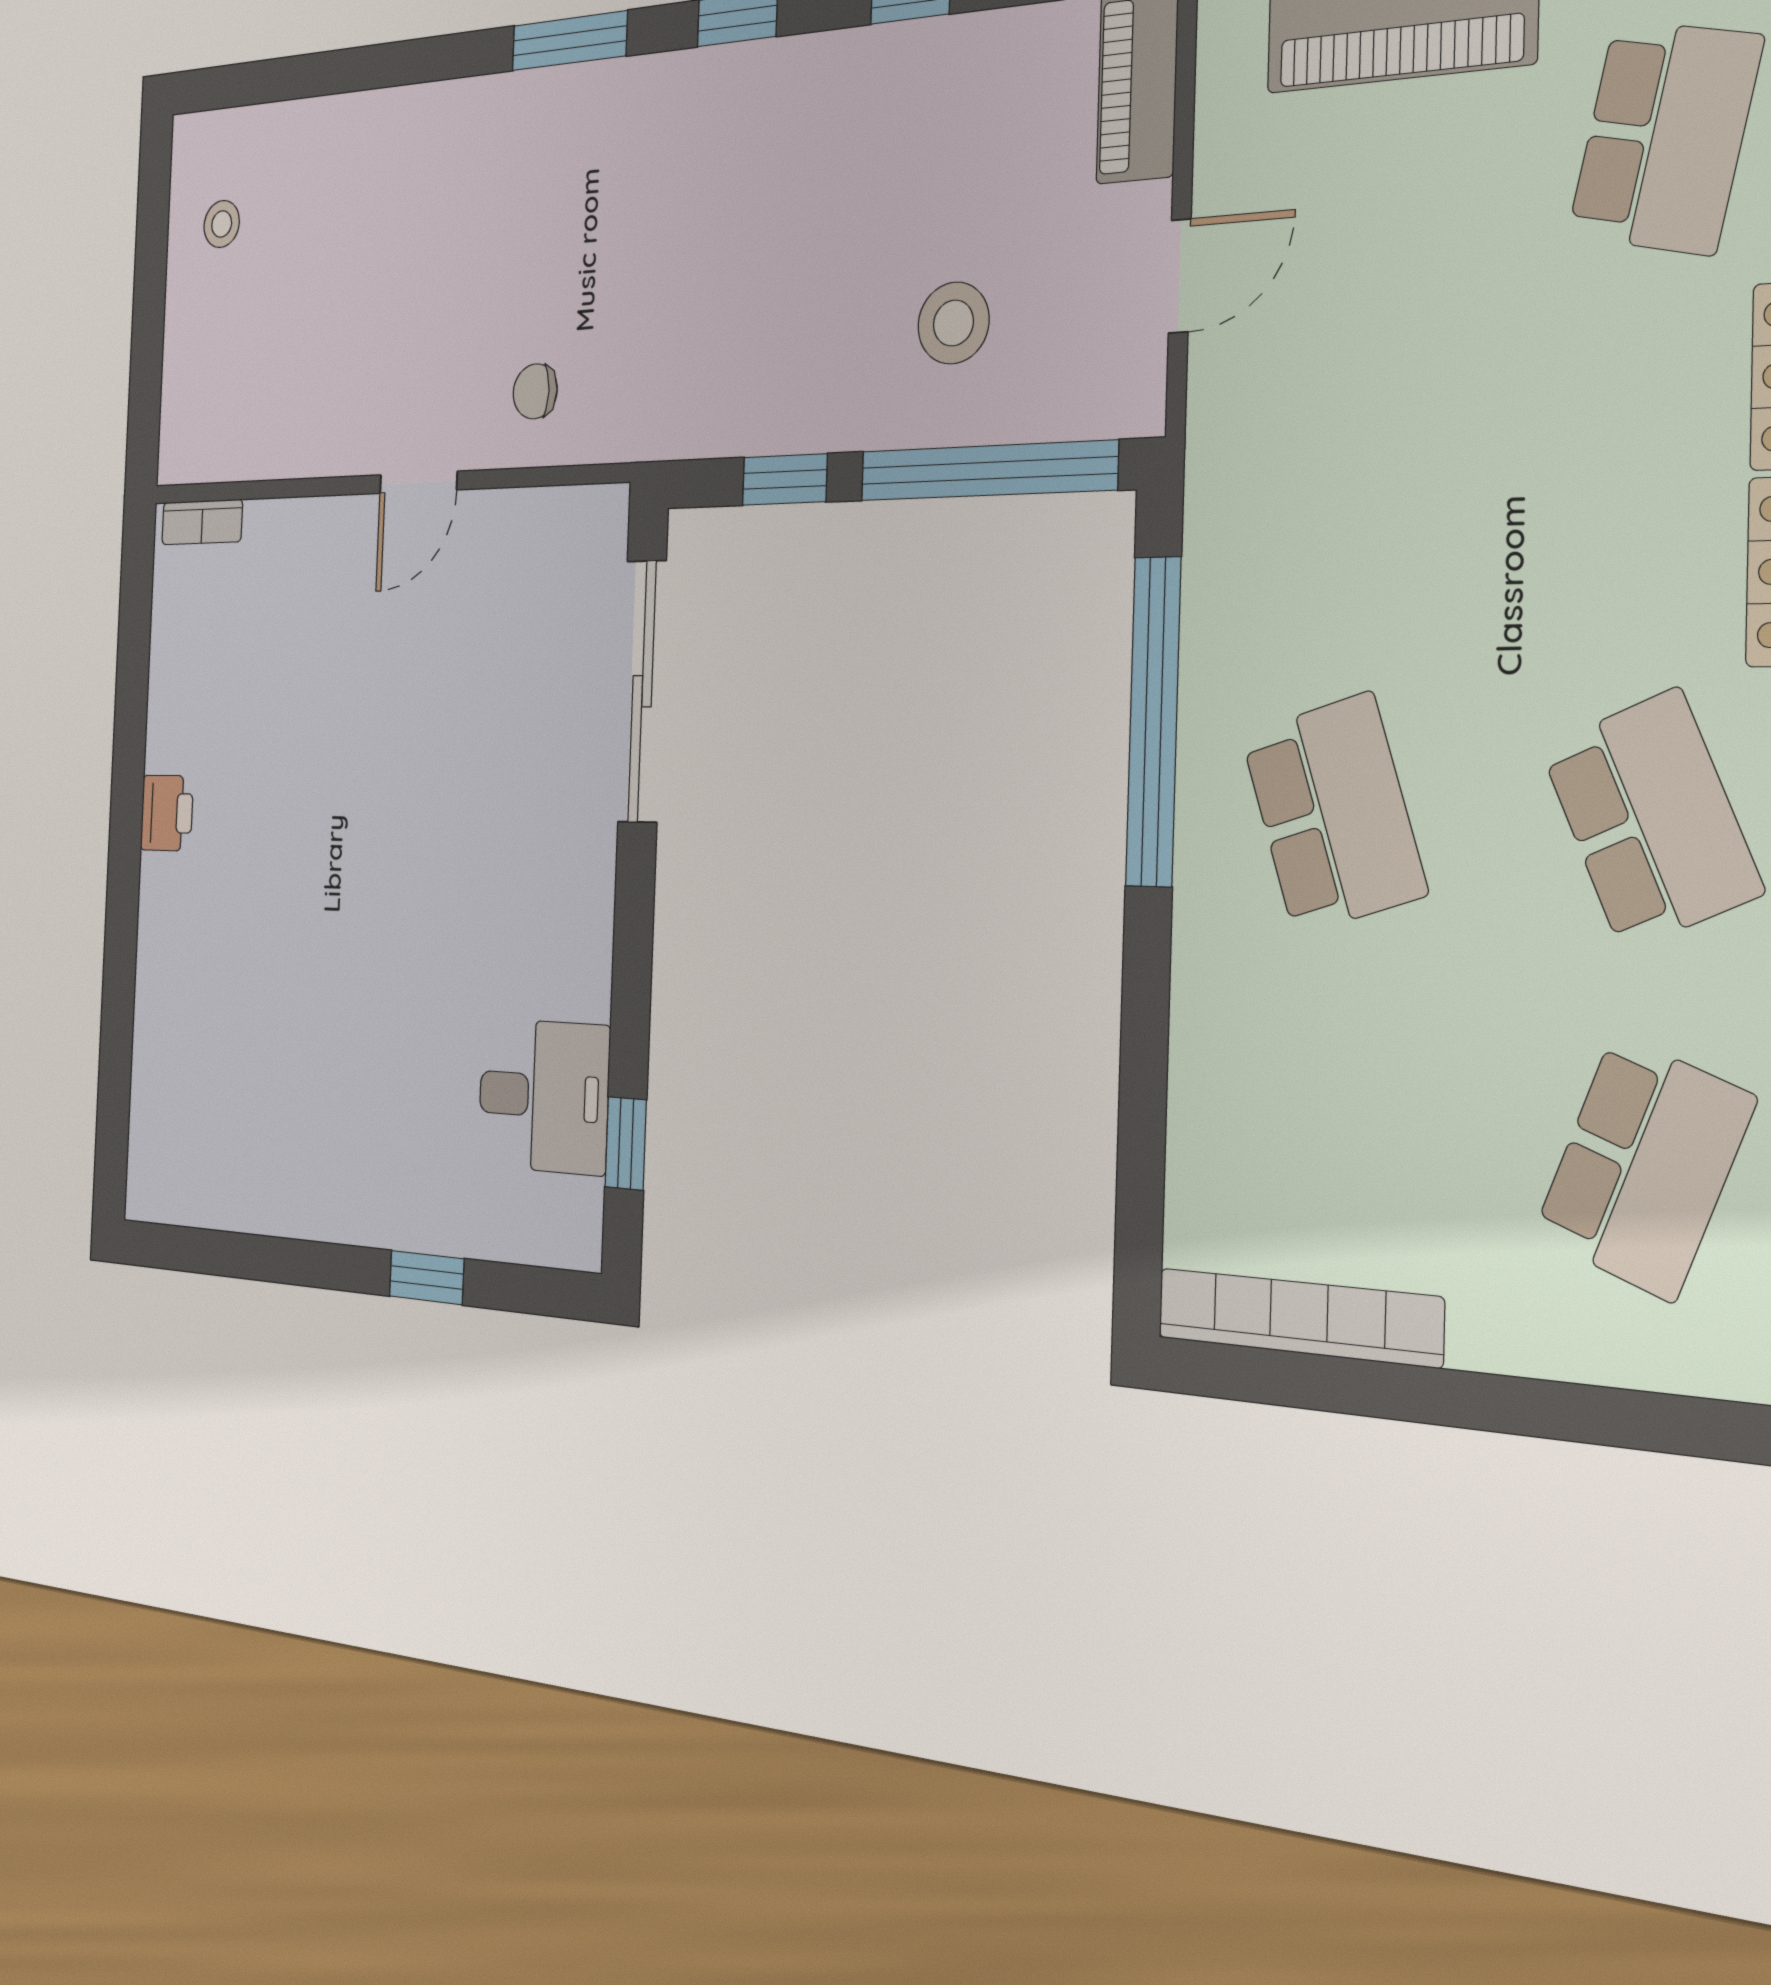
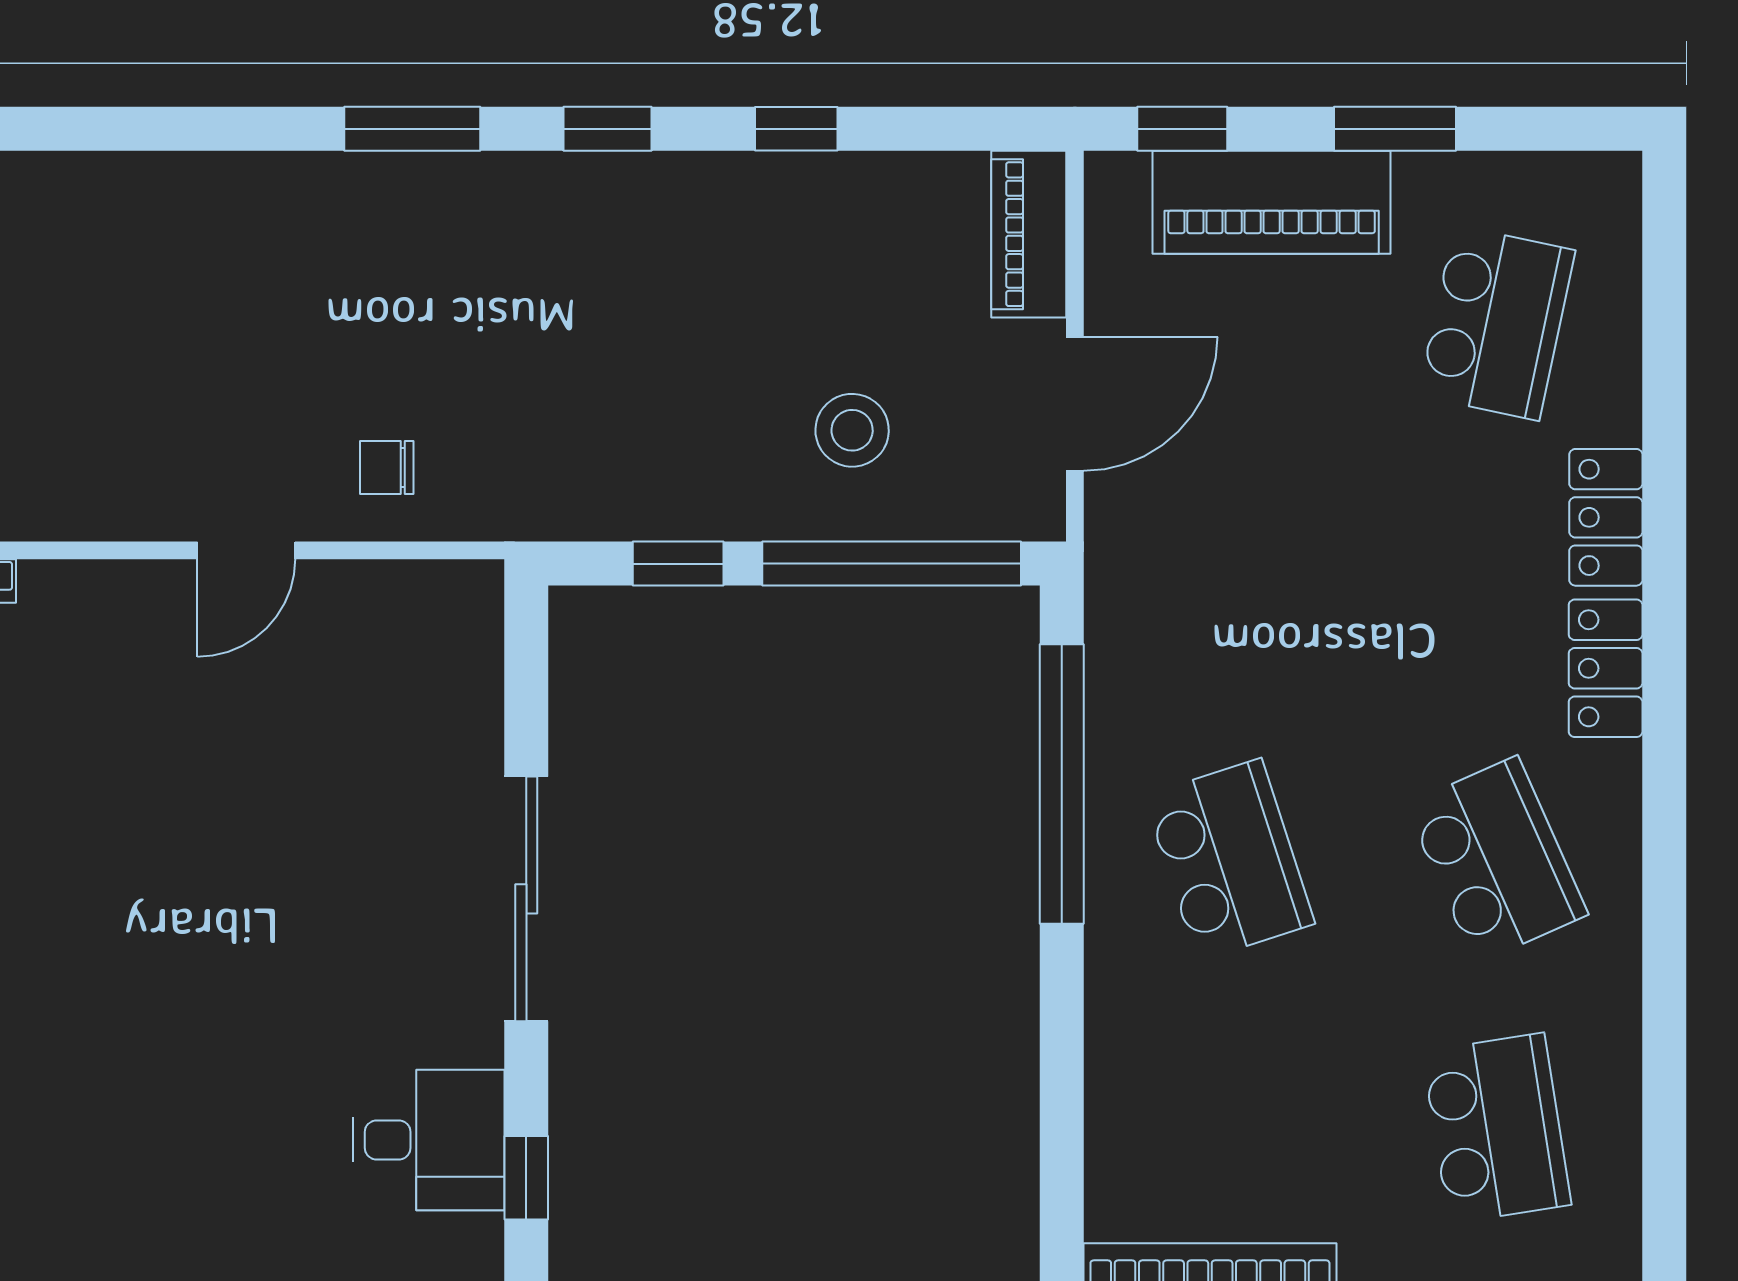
door: (1180, 276) -> (1075, 404), width x1.38
sliding door: (642, 691) -> (526, 899), moved
school desk: (1644, 1167) -> (1497, 1128), turned -30

